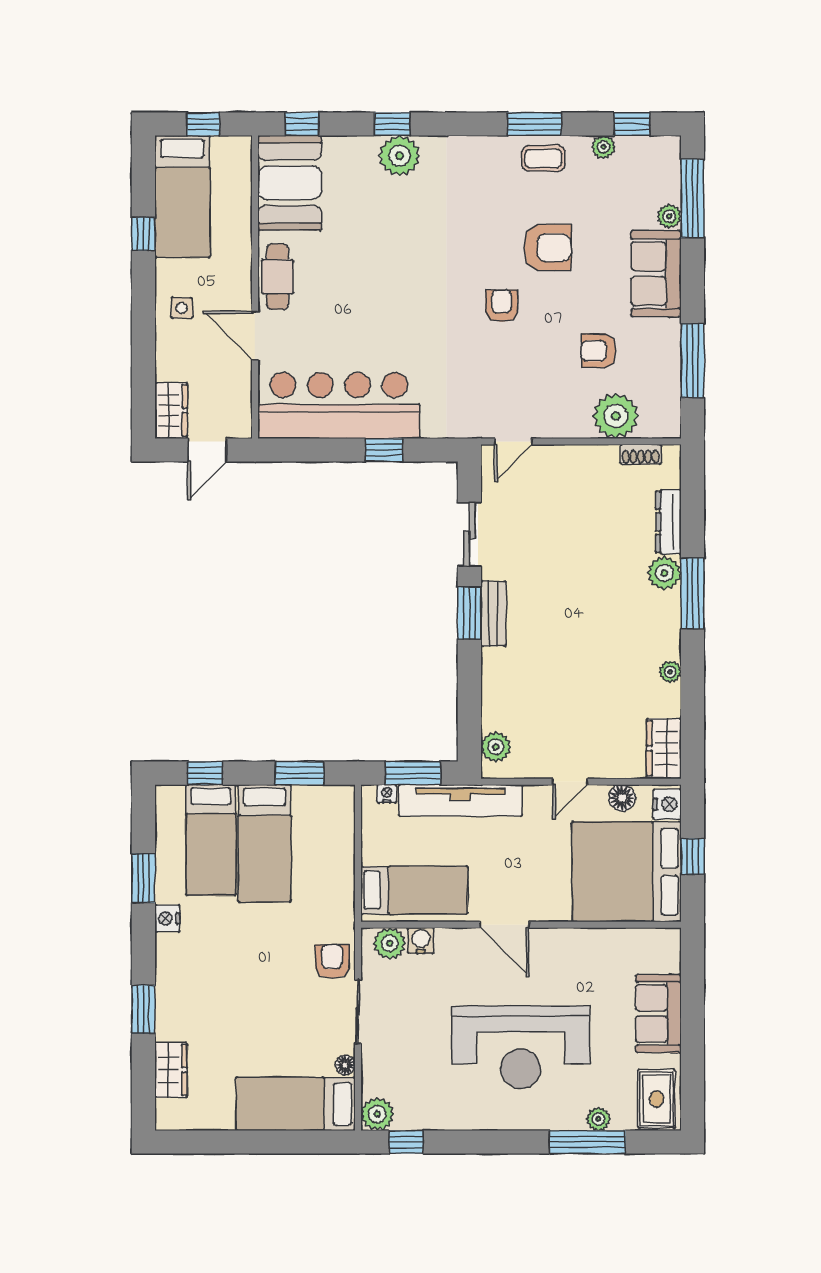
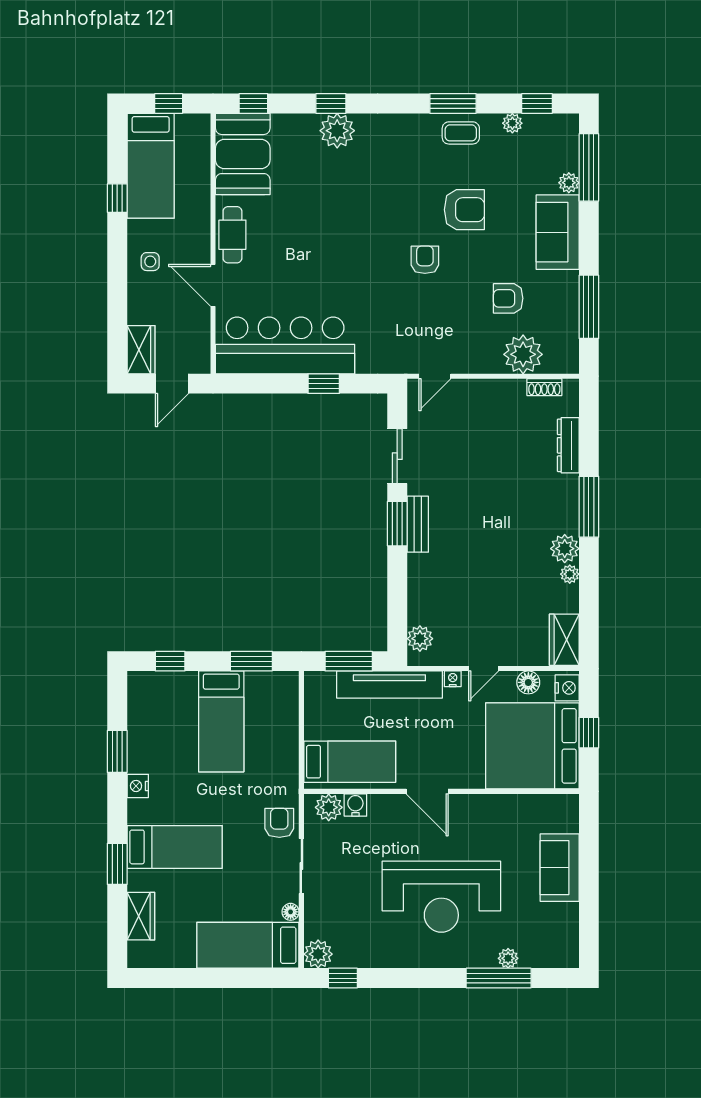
plant: (664, 573) -> (565, 549), moved
nightstand: (387, 794) -> (453, 679), moved
bed: (211, 840) -> (175, 847), moved, turned -90
rug: (656, 1099) -> (558, 941), removed

